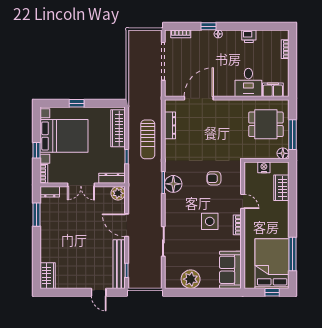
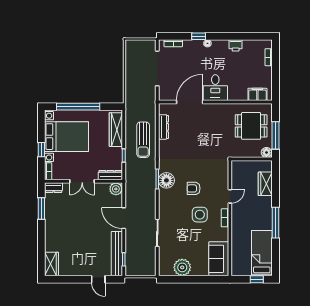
desk: (248, 82) -> (215, 88), moved
window: (77, 103) -> (78, 107), width x3.17
nightstand: (264, 167) -> (249, 165), removed
armchair: (214, 178) -> (194, 188), moved
door: (243, 201) -> (230, 196), hinge flipped
window: (293, 254) -> (275, 223), moved
bed: (272, 264) -> (262, 253), width x0.67

